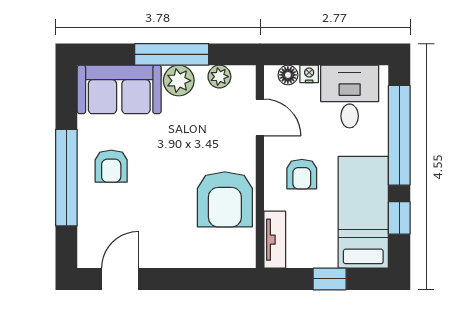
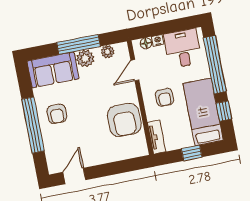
door: (260, 117) -> (135, 70), swing flipped

